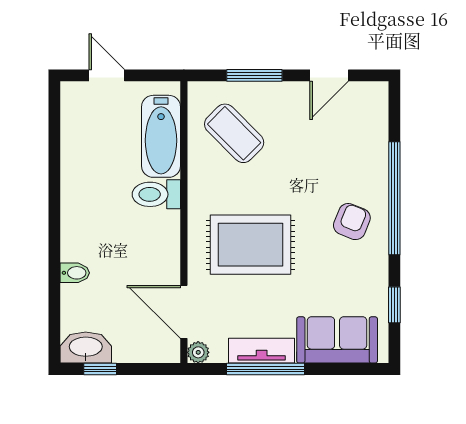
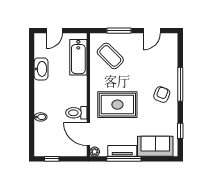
door: (107, 75) -> (55, 31), swing flipped
toilet: (156, 194) -> (76, 113), moved
window: (394, 198) -> (180, 84), width x0.68
washbasin: (86, 348) -> (41, 69), moved, turned 90

